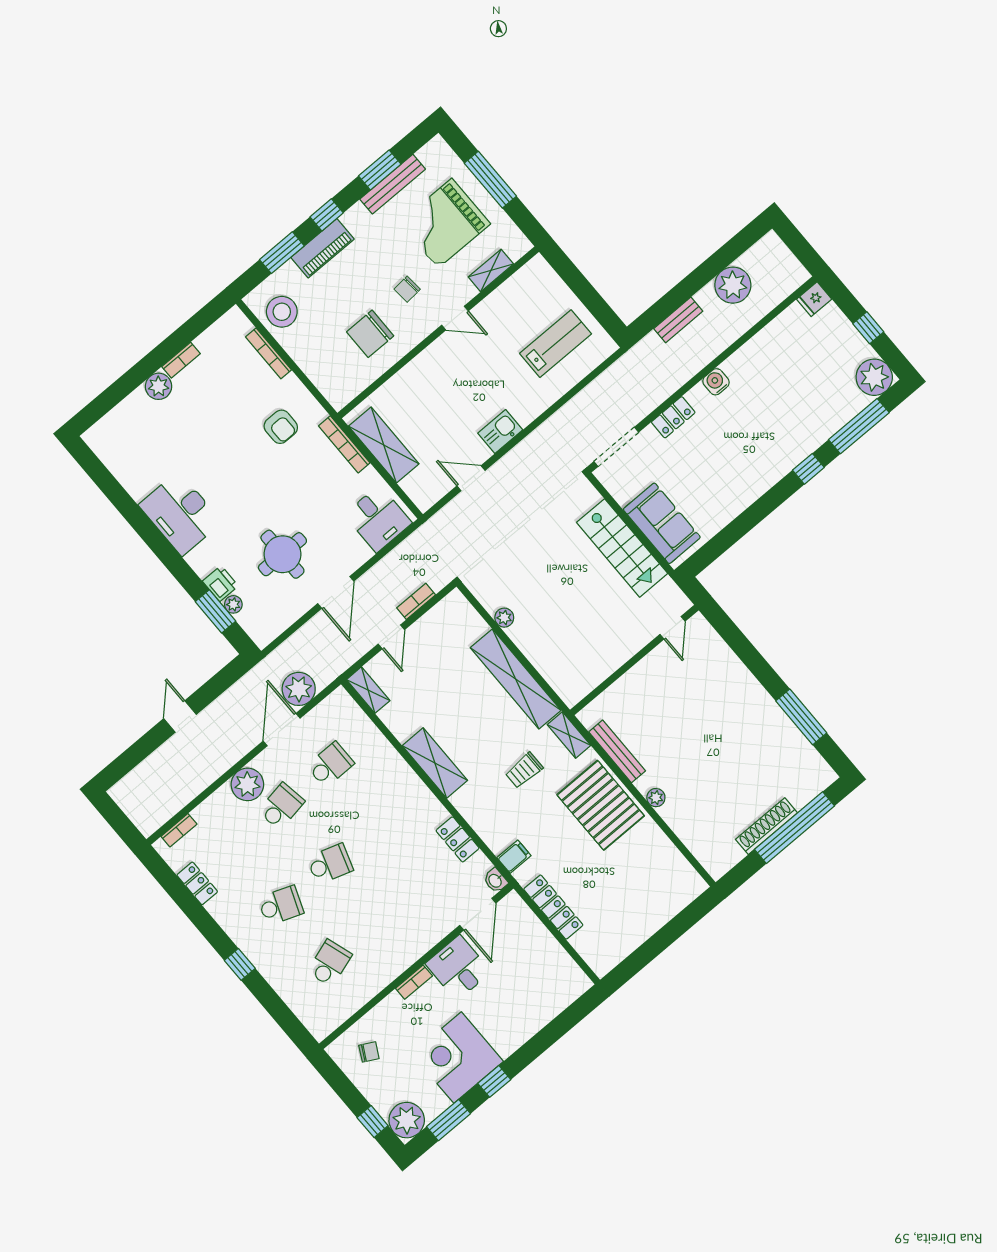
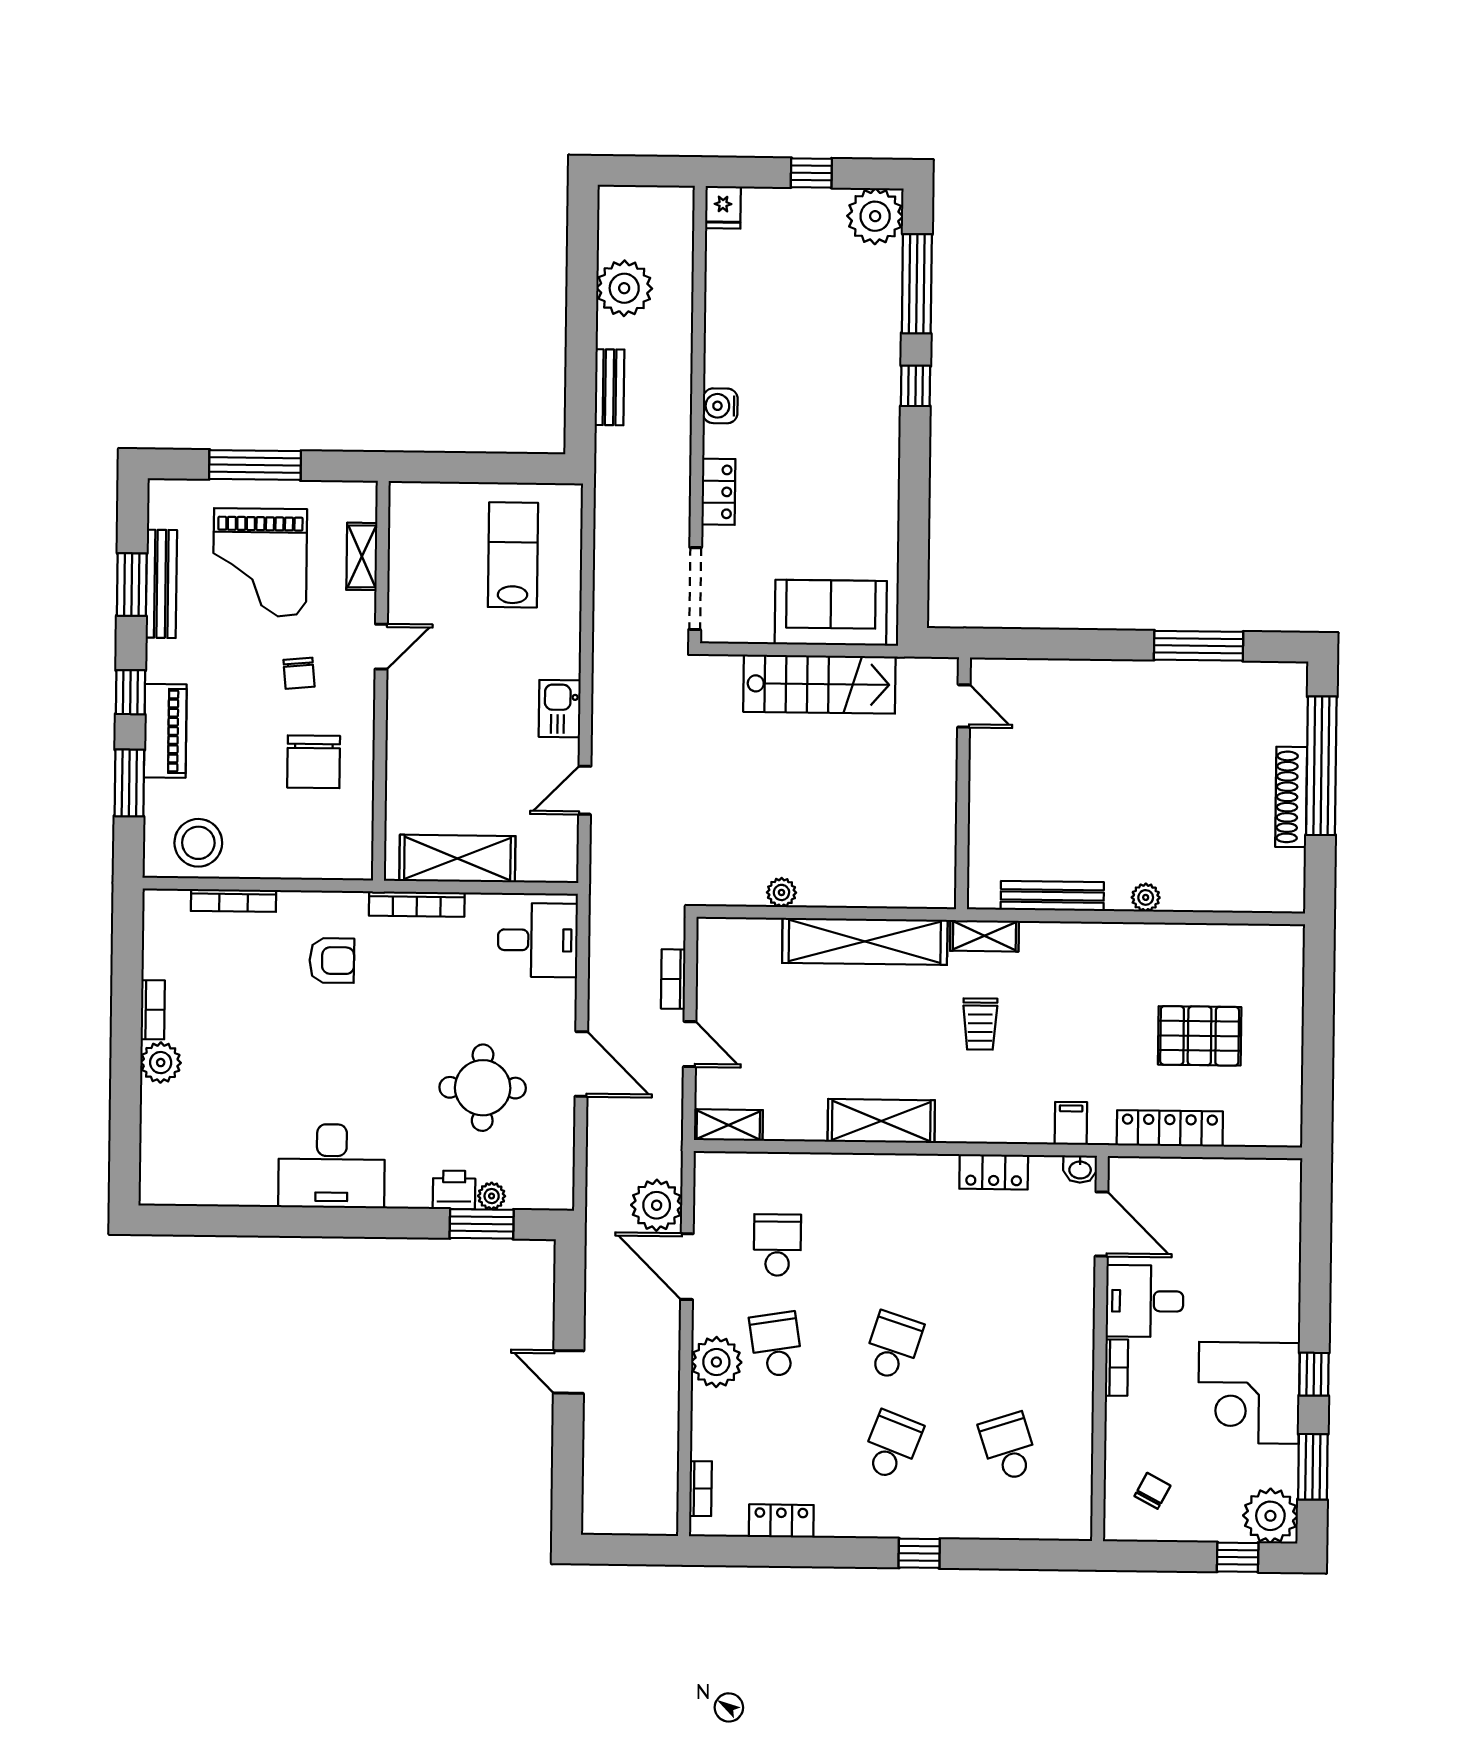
pallet: (601, 805) -> (1200, 1036), moved, width x0.73, depth x0.71

